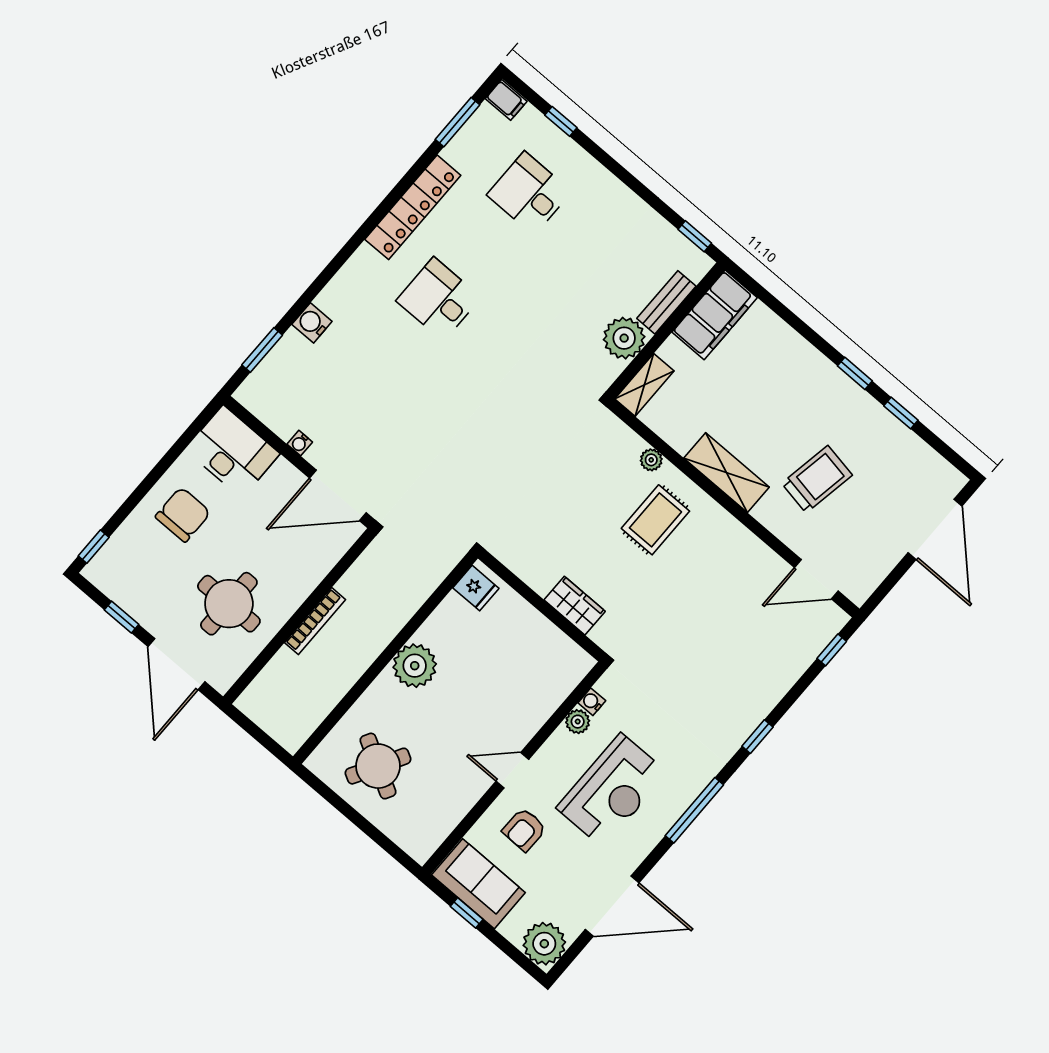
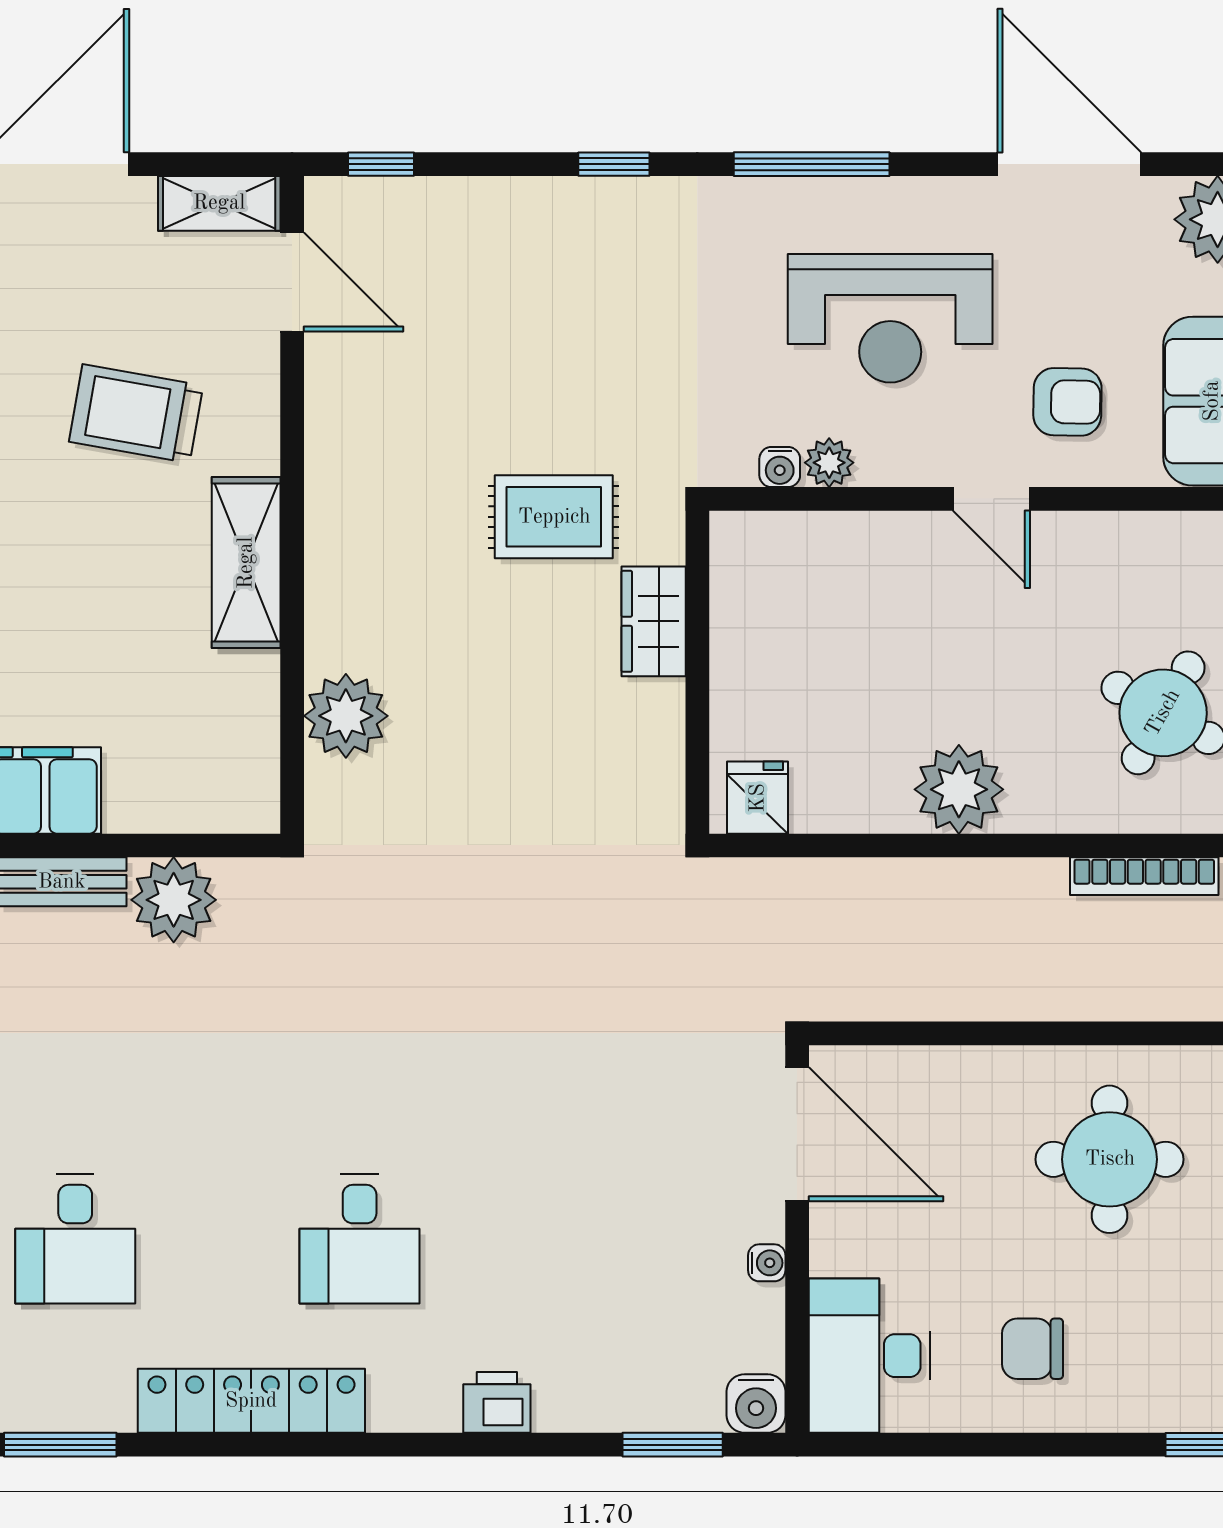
printer: (334, 298) -> (497, 1402), added
water cooler: (312, 323) -> (756, 1403), moved
shelving: (644, 385) -> (219, 203), moved
plant: (651, 460) -> (346, 716), width x1.88, depth x1.88
chair: (183, 515) -> (1033, 1349), width x0.73, depth x0.73
rug: (655, 520) -> (554, 517), moved
bookcase: (315, 621) -> (1144, 876), moved, turned 180
reception desk: (612, 790) -> (890, 318), turned 180

